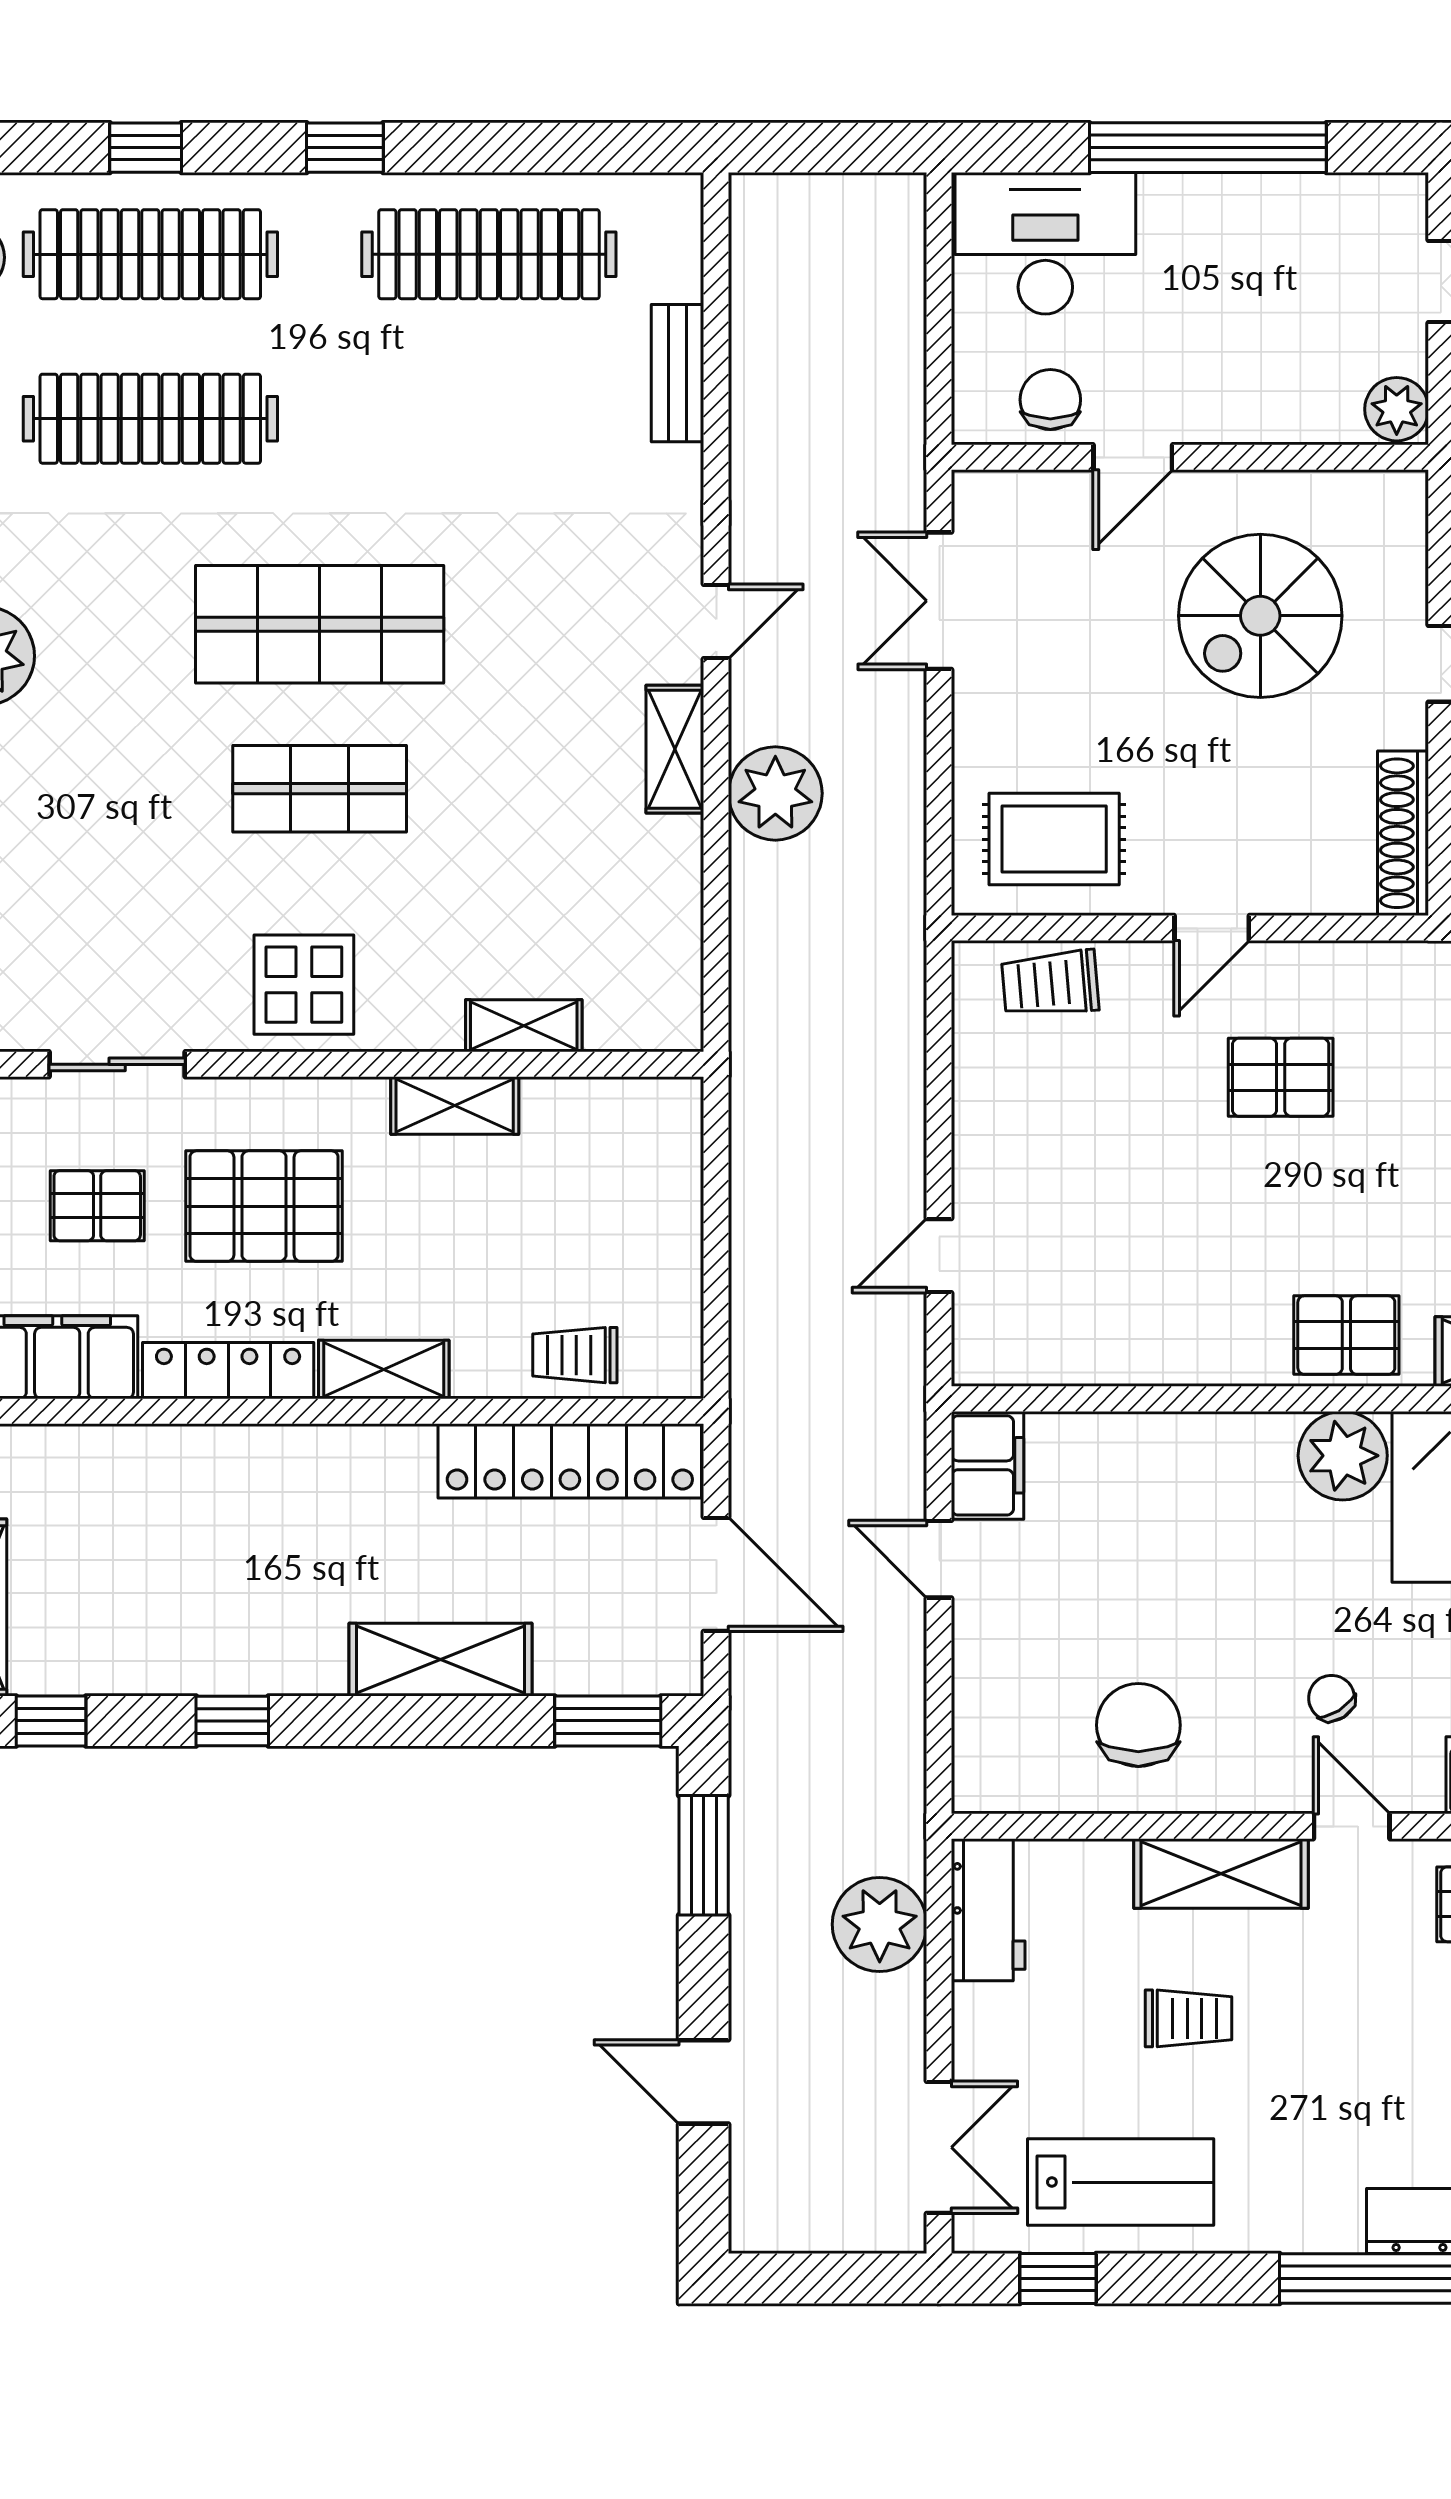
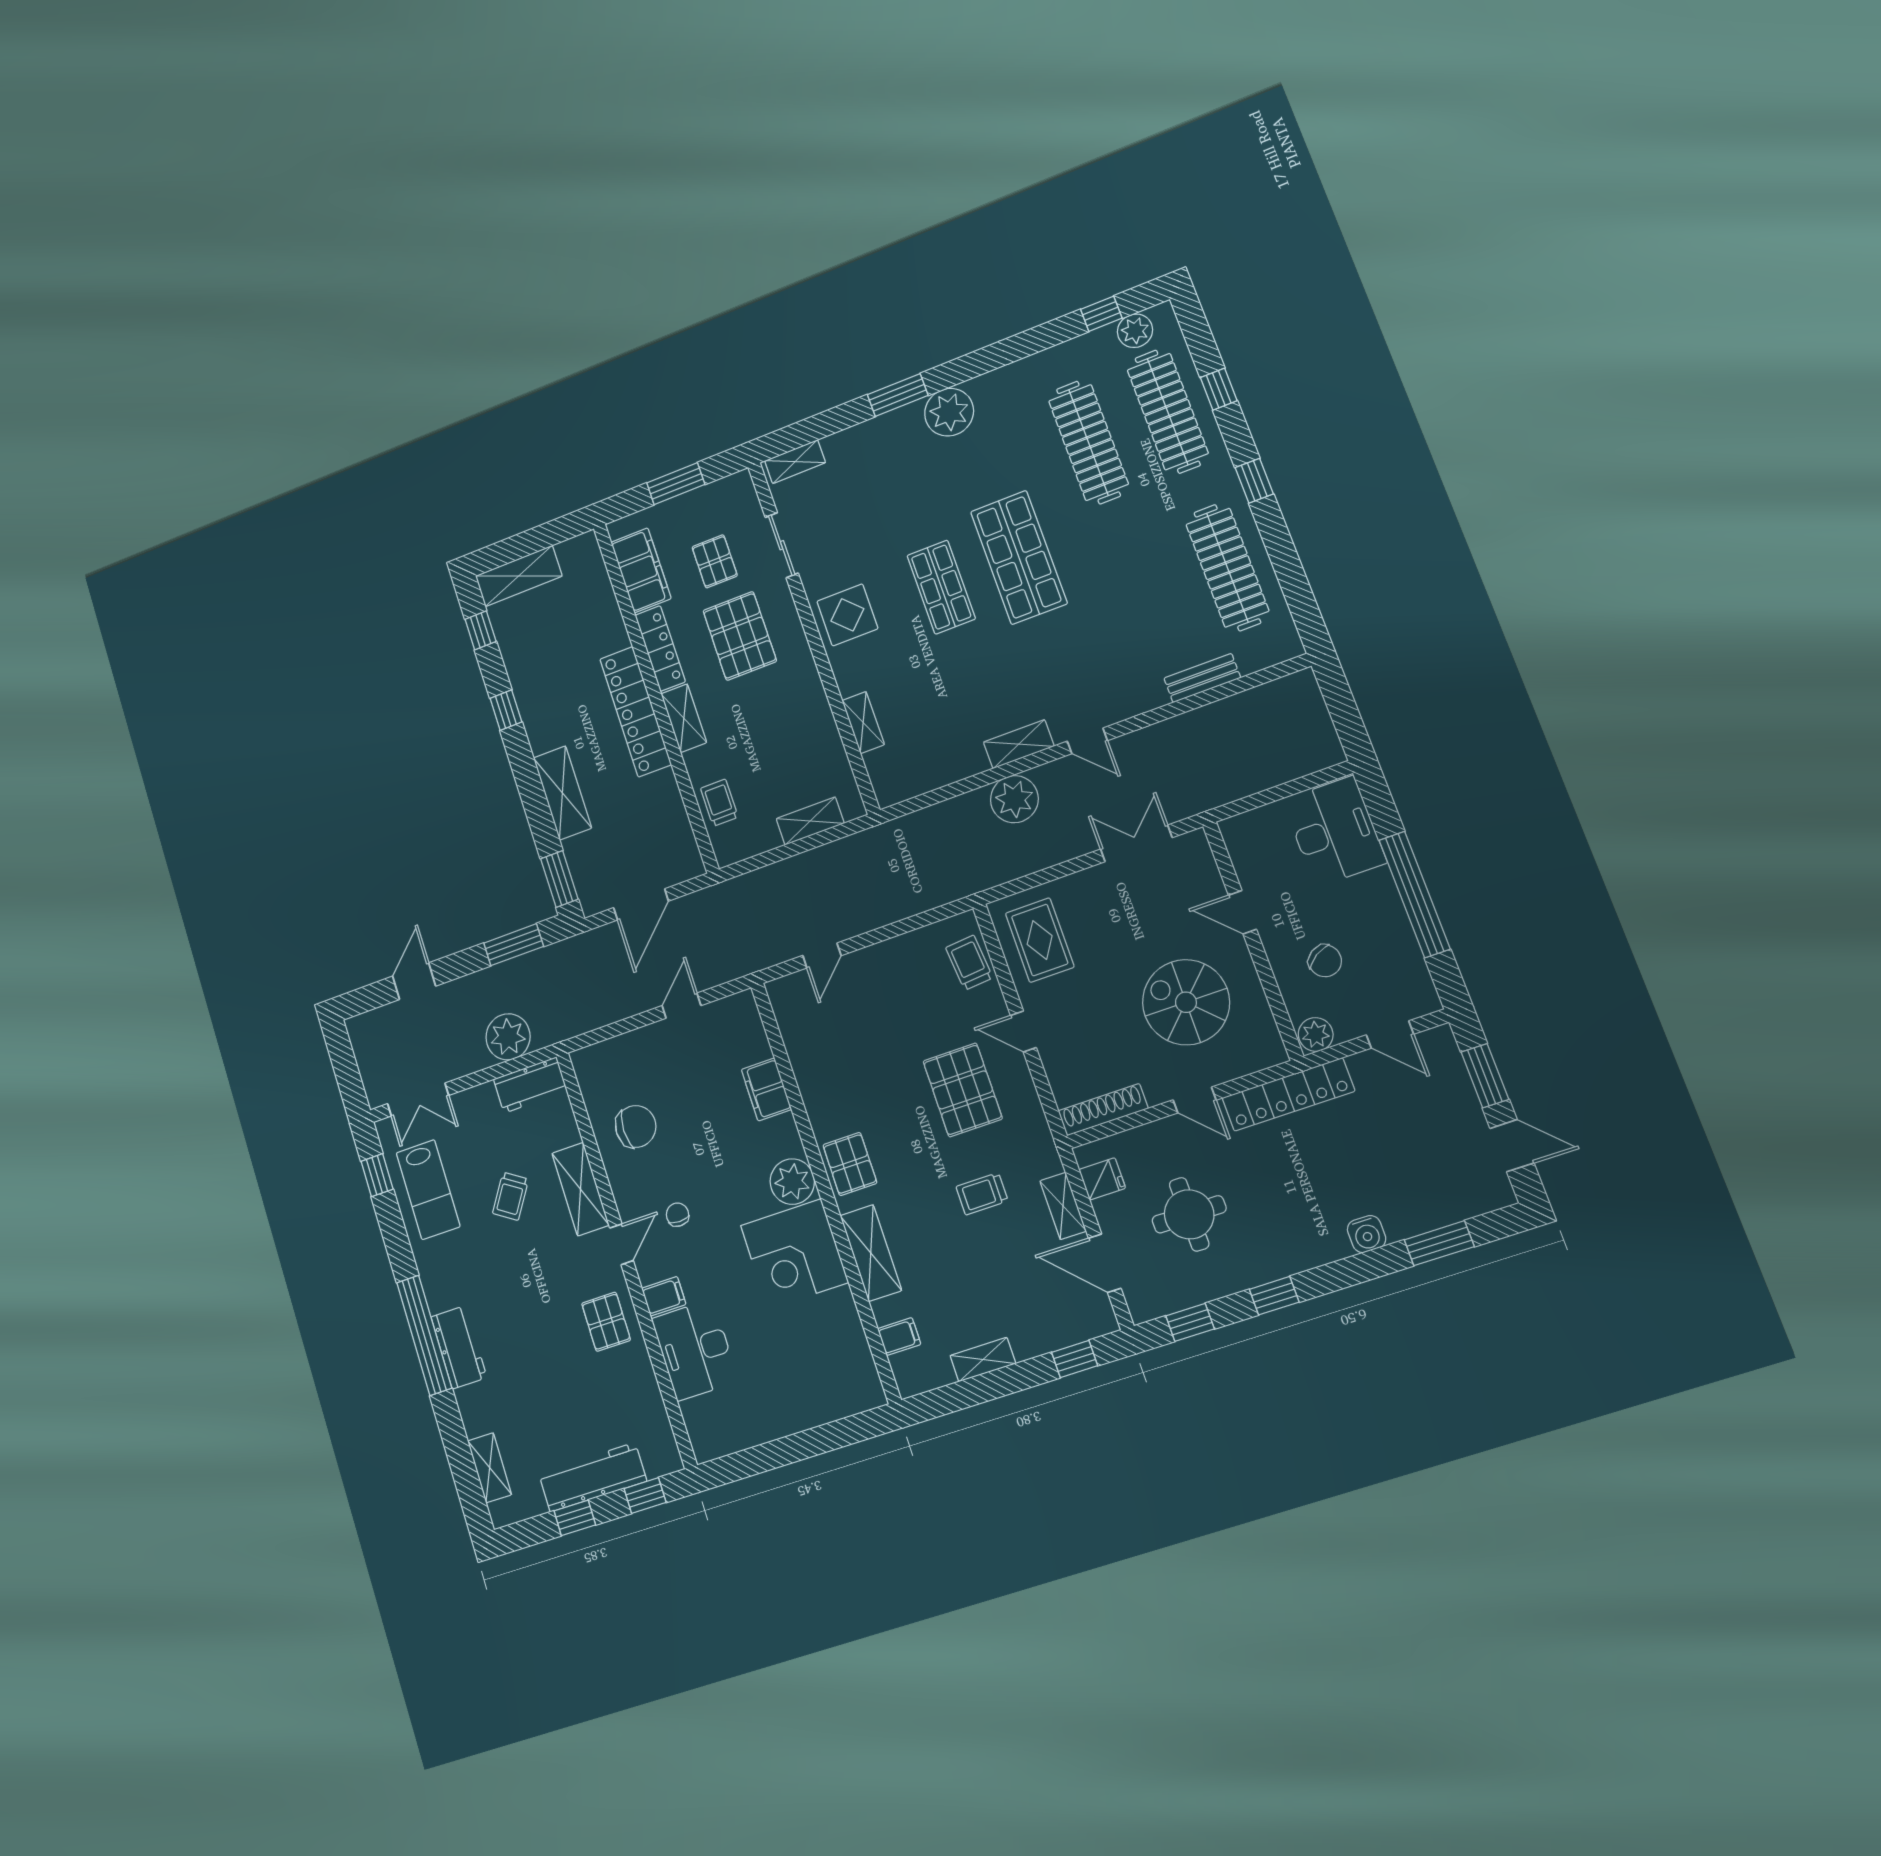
chair: (1050, 400) -> (1325, 961), moved, turned 57
pallet: (1281, 1077) -> (963, 1090), width x1.50, depth x1.42
shelving: (455, 1106) -> (810, 821), moved, turned 90
door: (939, 1256) -> (822, 956), swing flipped
locker: (570, 1461) -> (636, 712), moved
filing cabinet: (988, 1465) -> (766, 1089), moved, turned 90
chair: (1332, 1698) -> (677, 1215), turned -58
trolley: (1189, 2018) -> (511, 1196), turned 33

